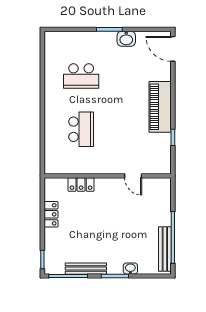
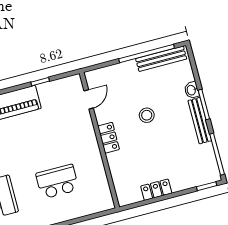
door: (133, 176) -> (89, 99), moved
locker: (81, 185) -> (109, 138), moved
stool: (119, 223) -> (147, 115), added
bench: (86, 269) -> (200, 121), moved

